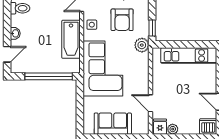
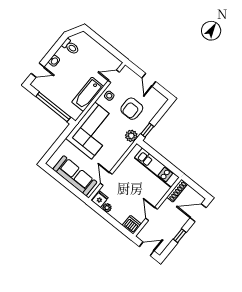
sofa: (113, 124) -> (75, 176), width x1.36

